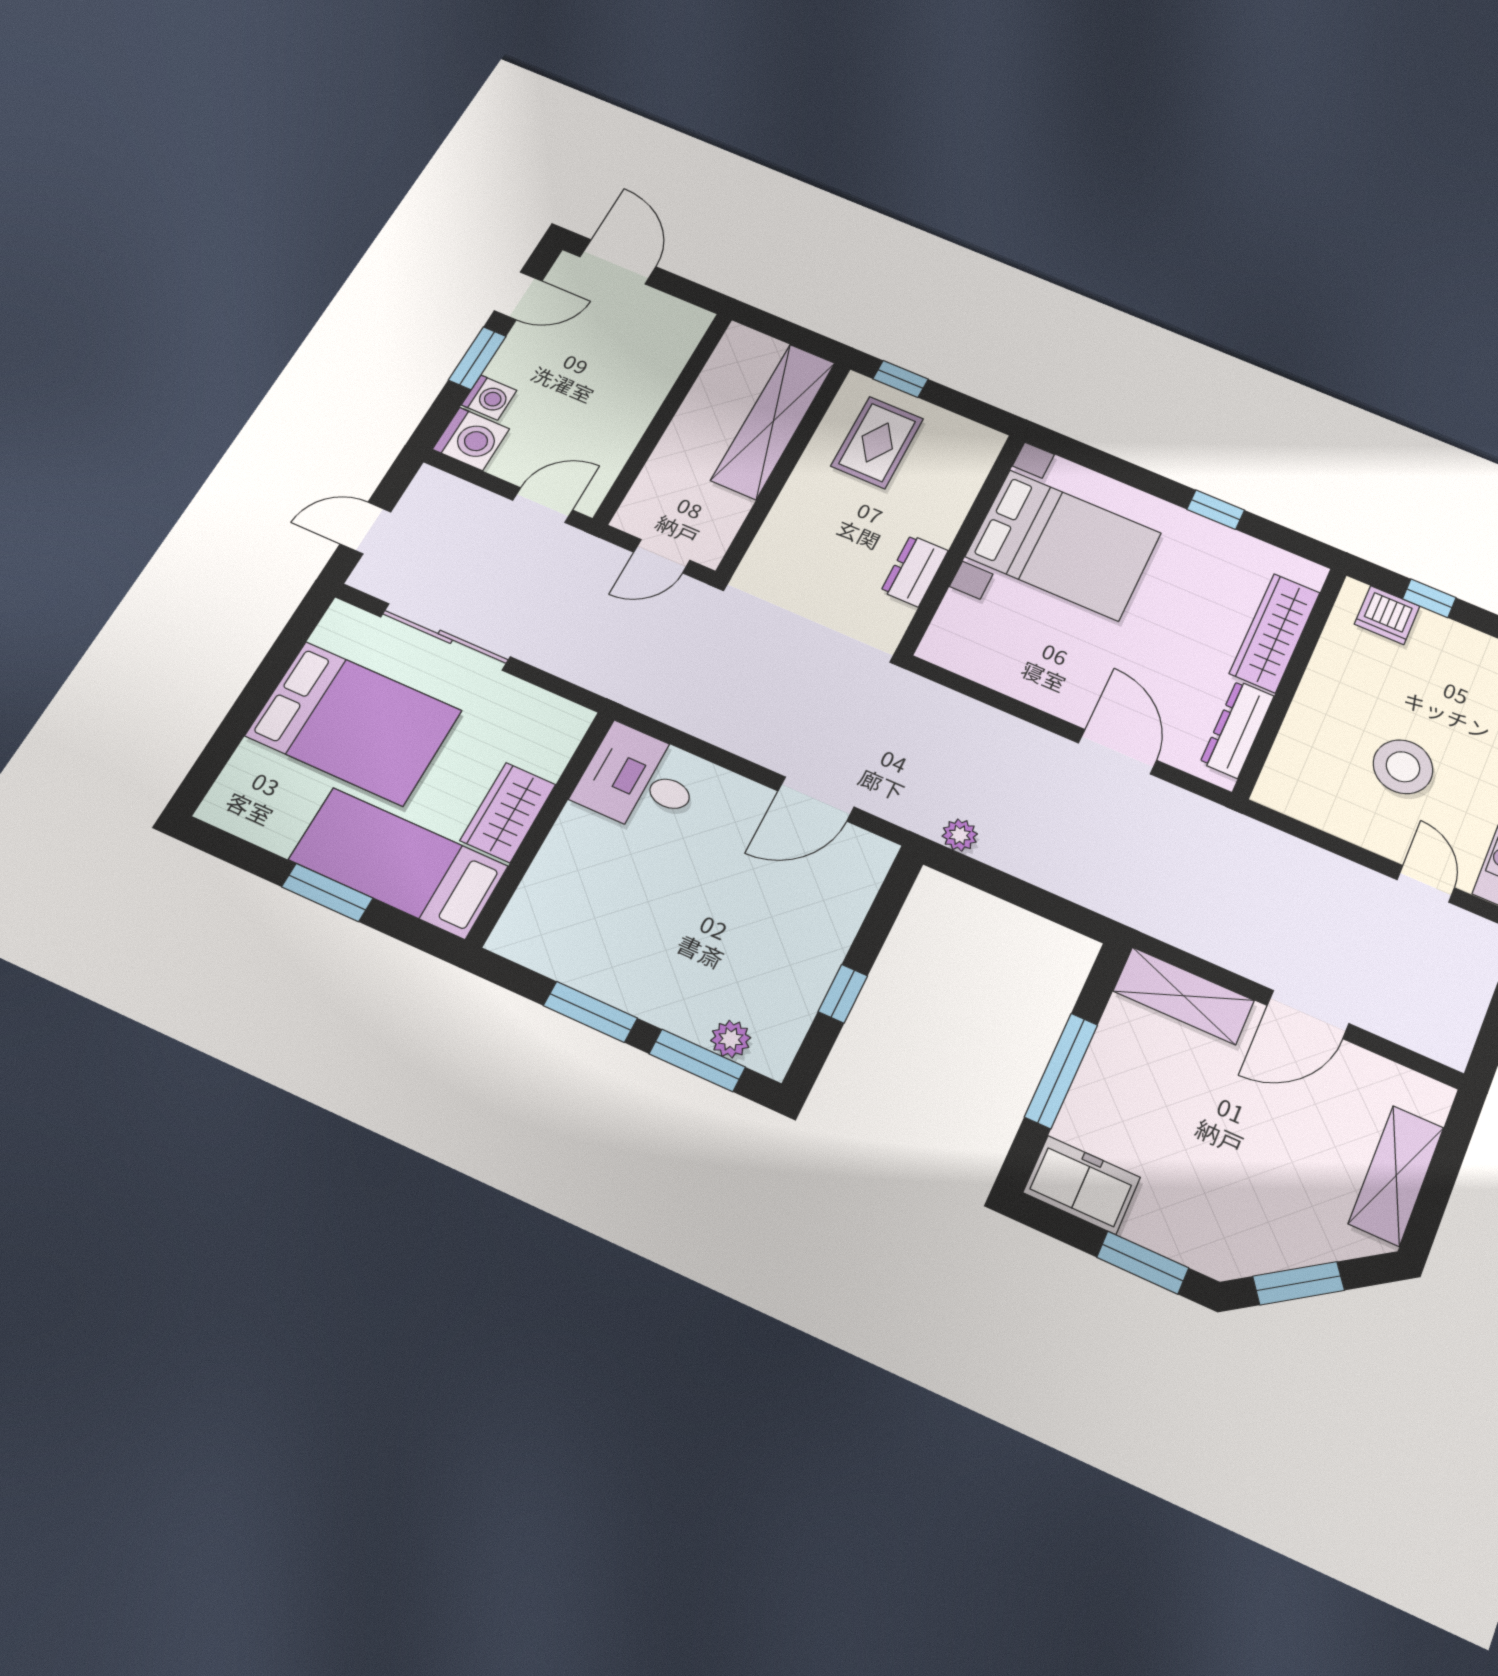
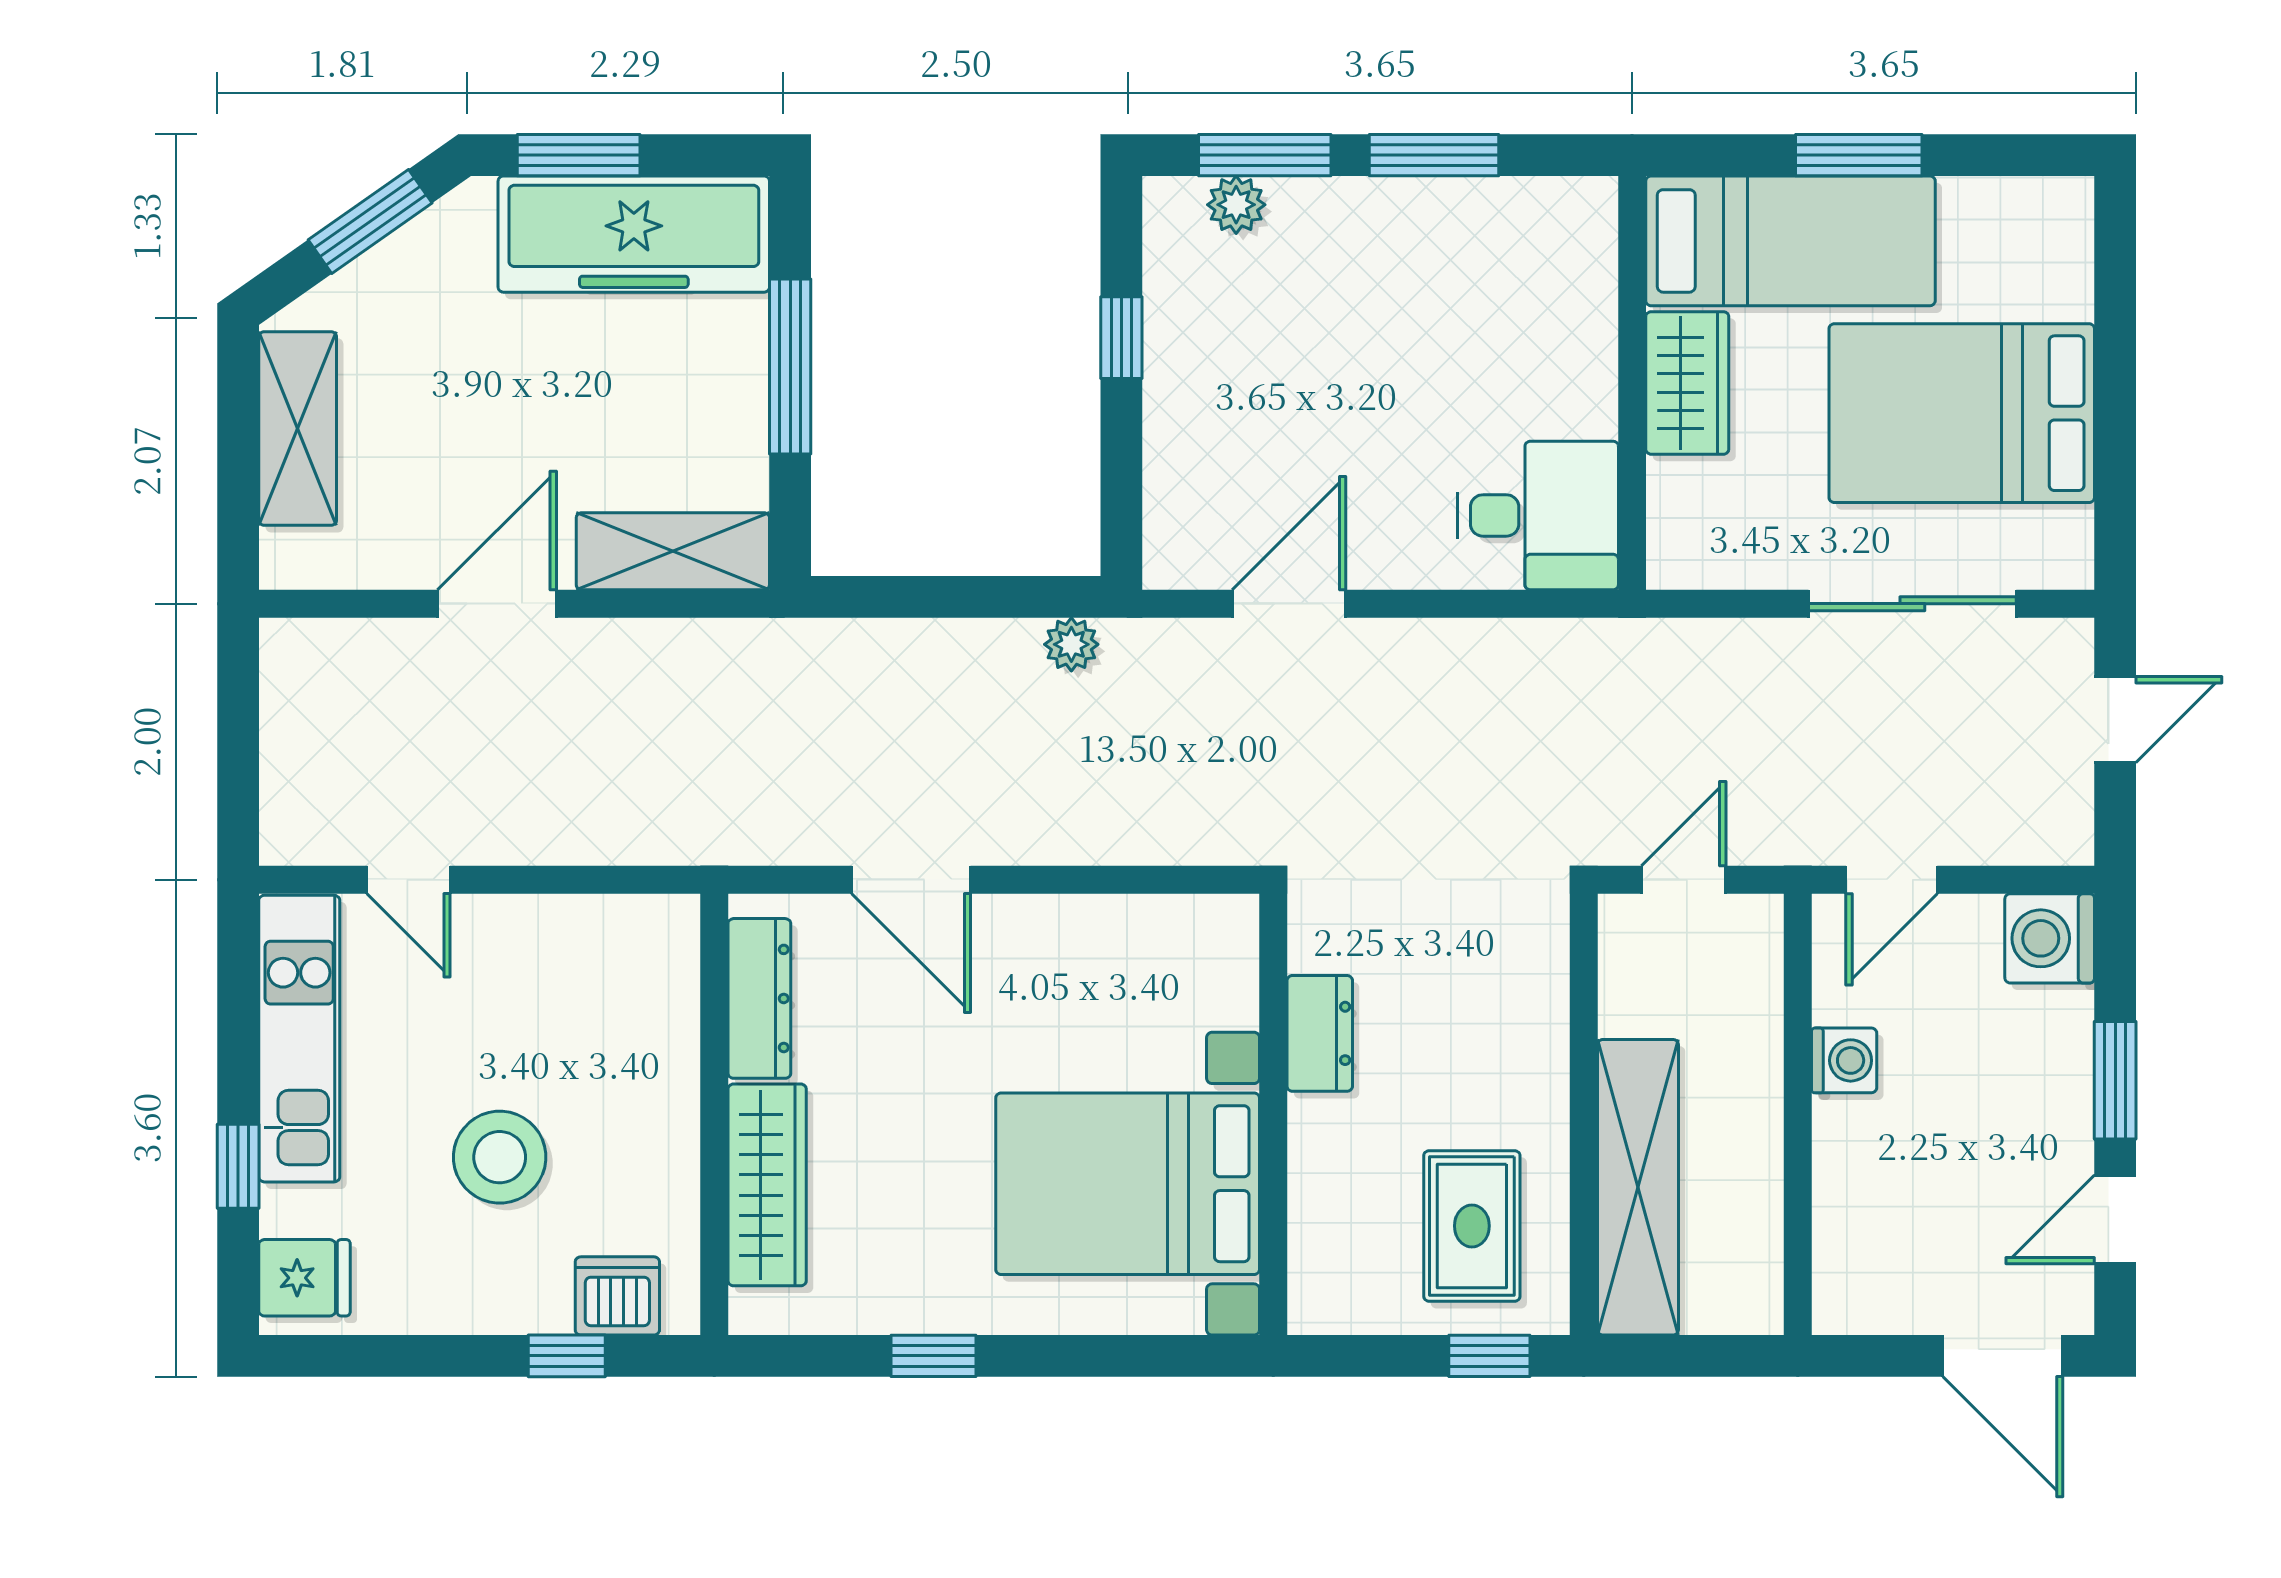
washing machine: (489, 398) -> (1844, 1060), moved, turned 180
stool: (1403, 767) -> (500, 1157), moved
freezer: (1082, 1185) -> (634, 234), width x1.91, depth x1.26

